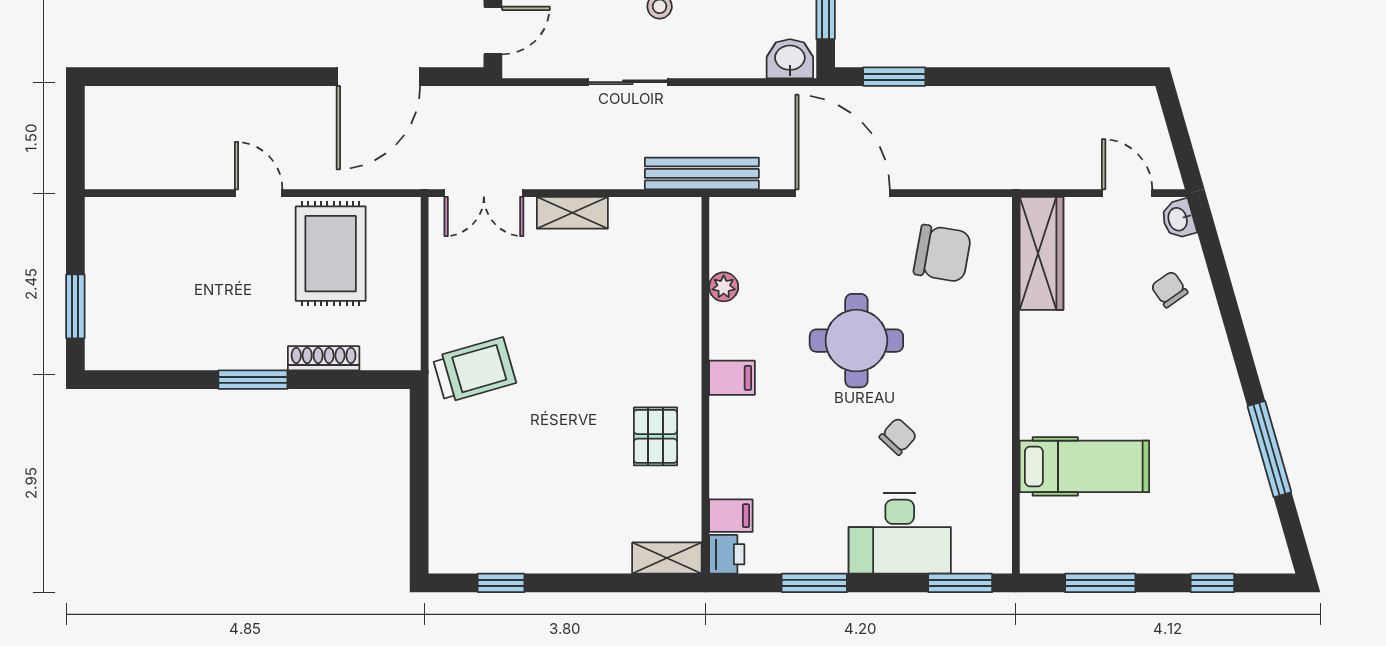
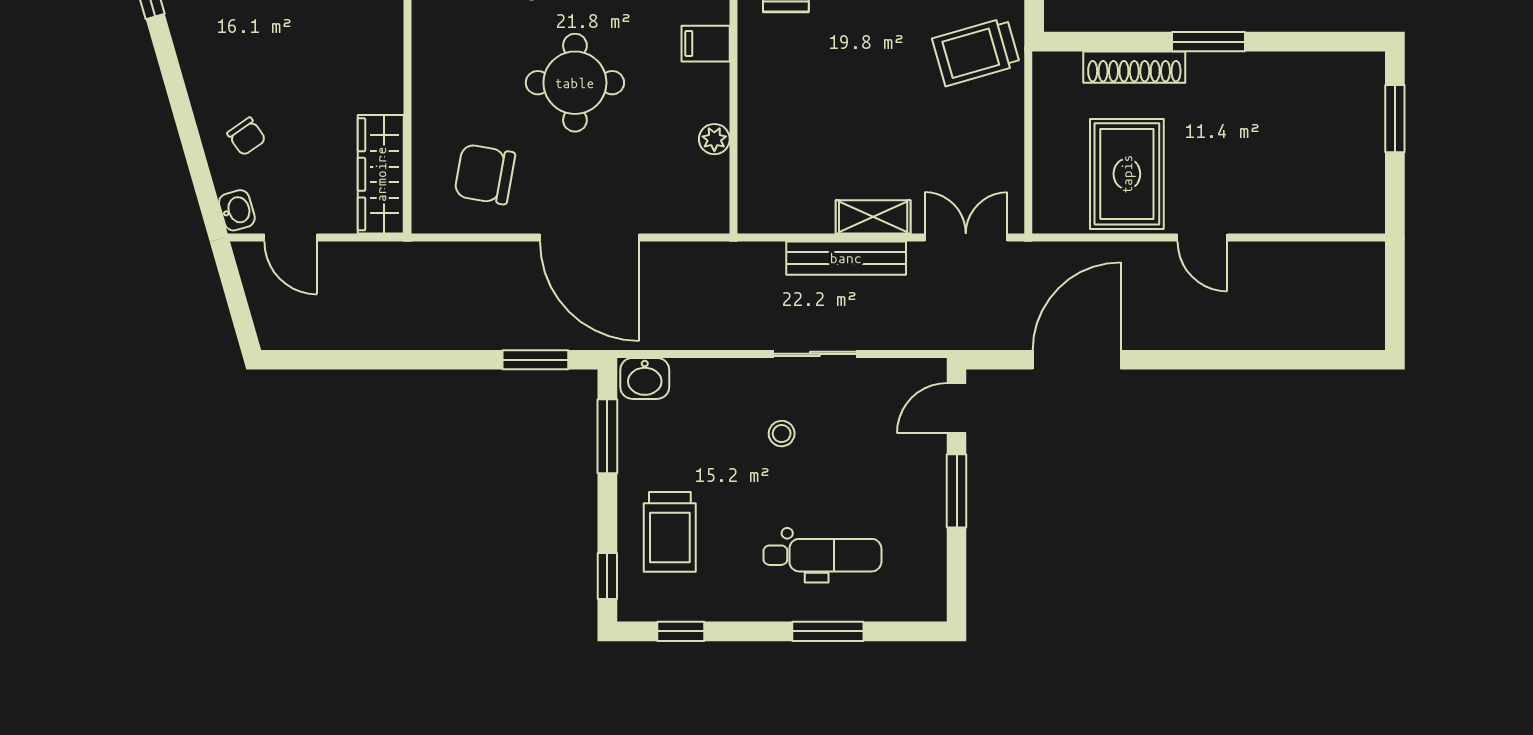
bench: (702, 173) -> (846, 258), moved
shoe rack: (324, 358) -> (1134, 67), width x1.36, depth x1.24

